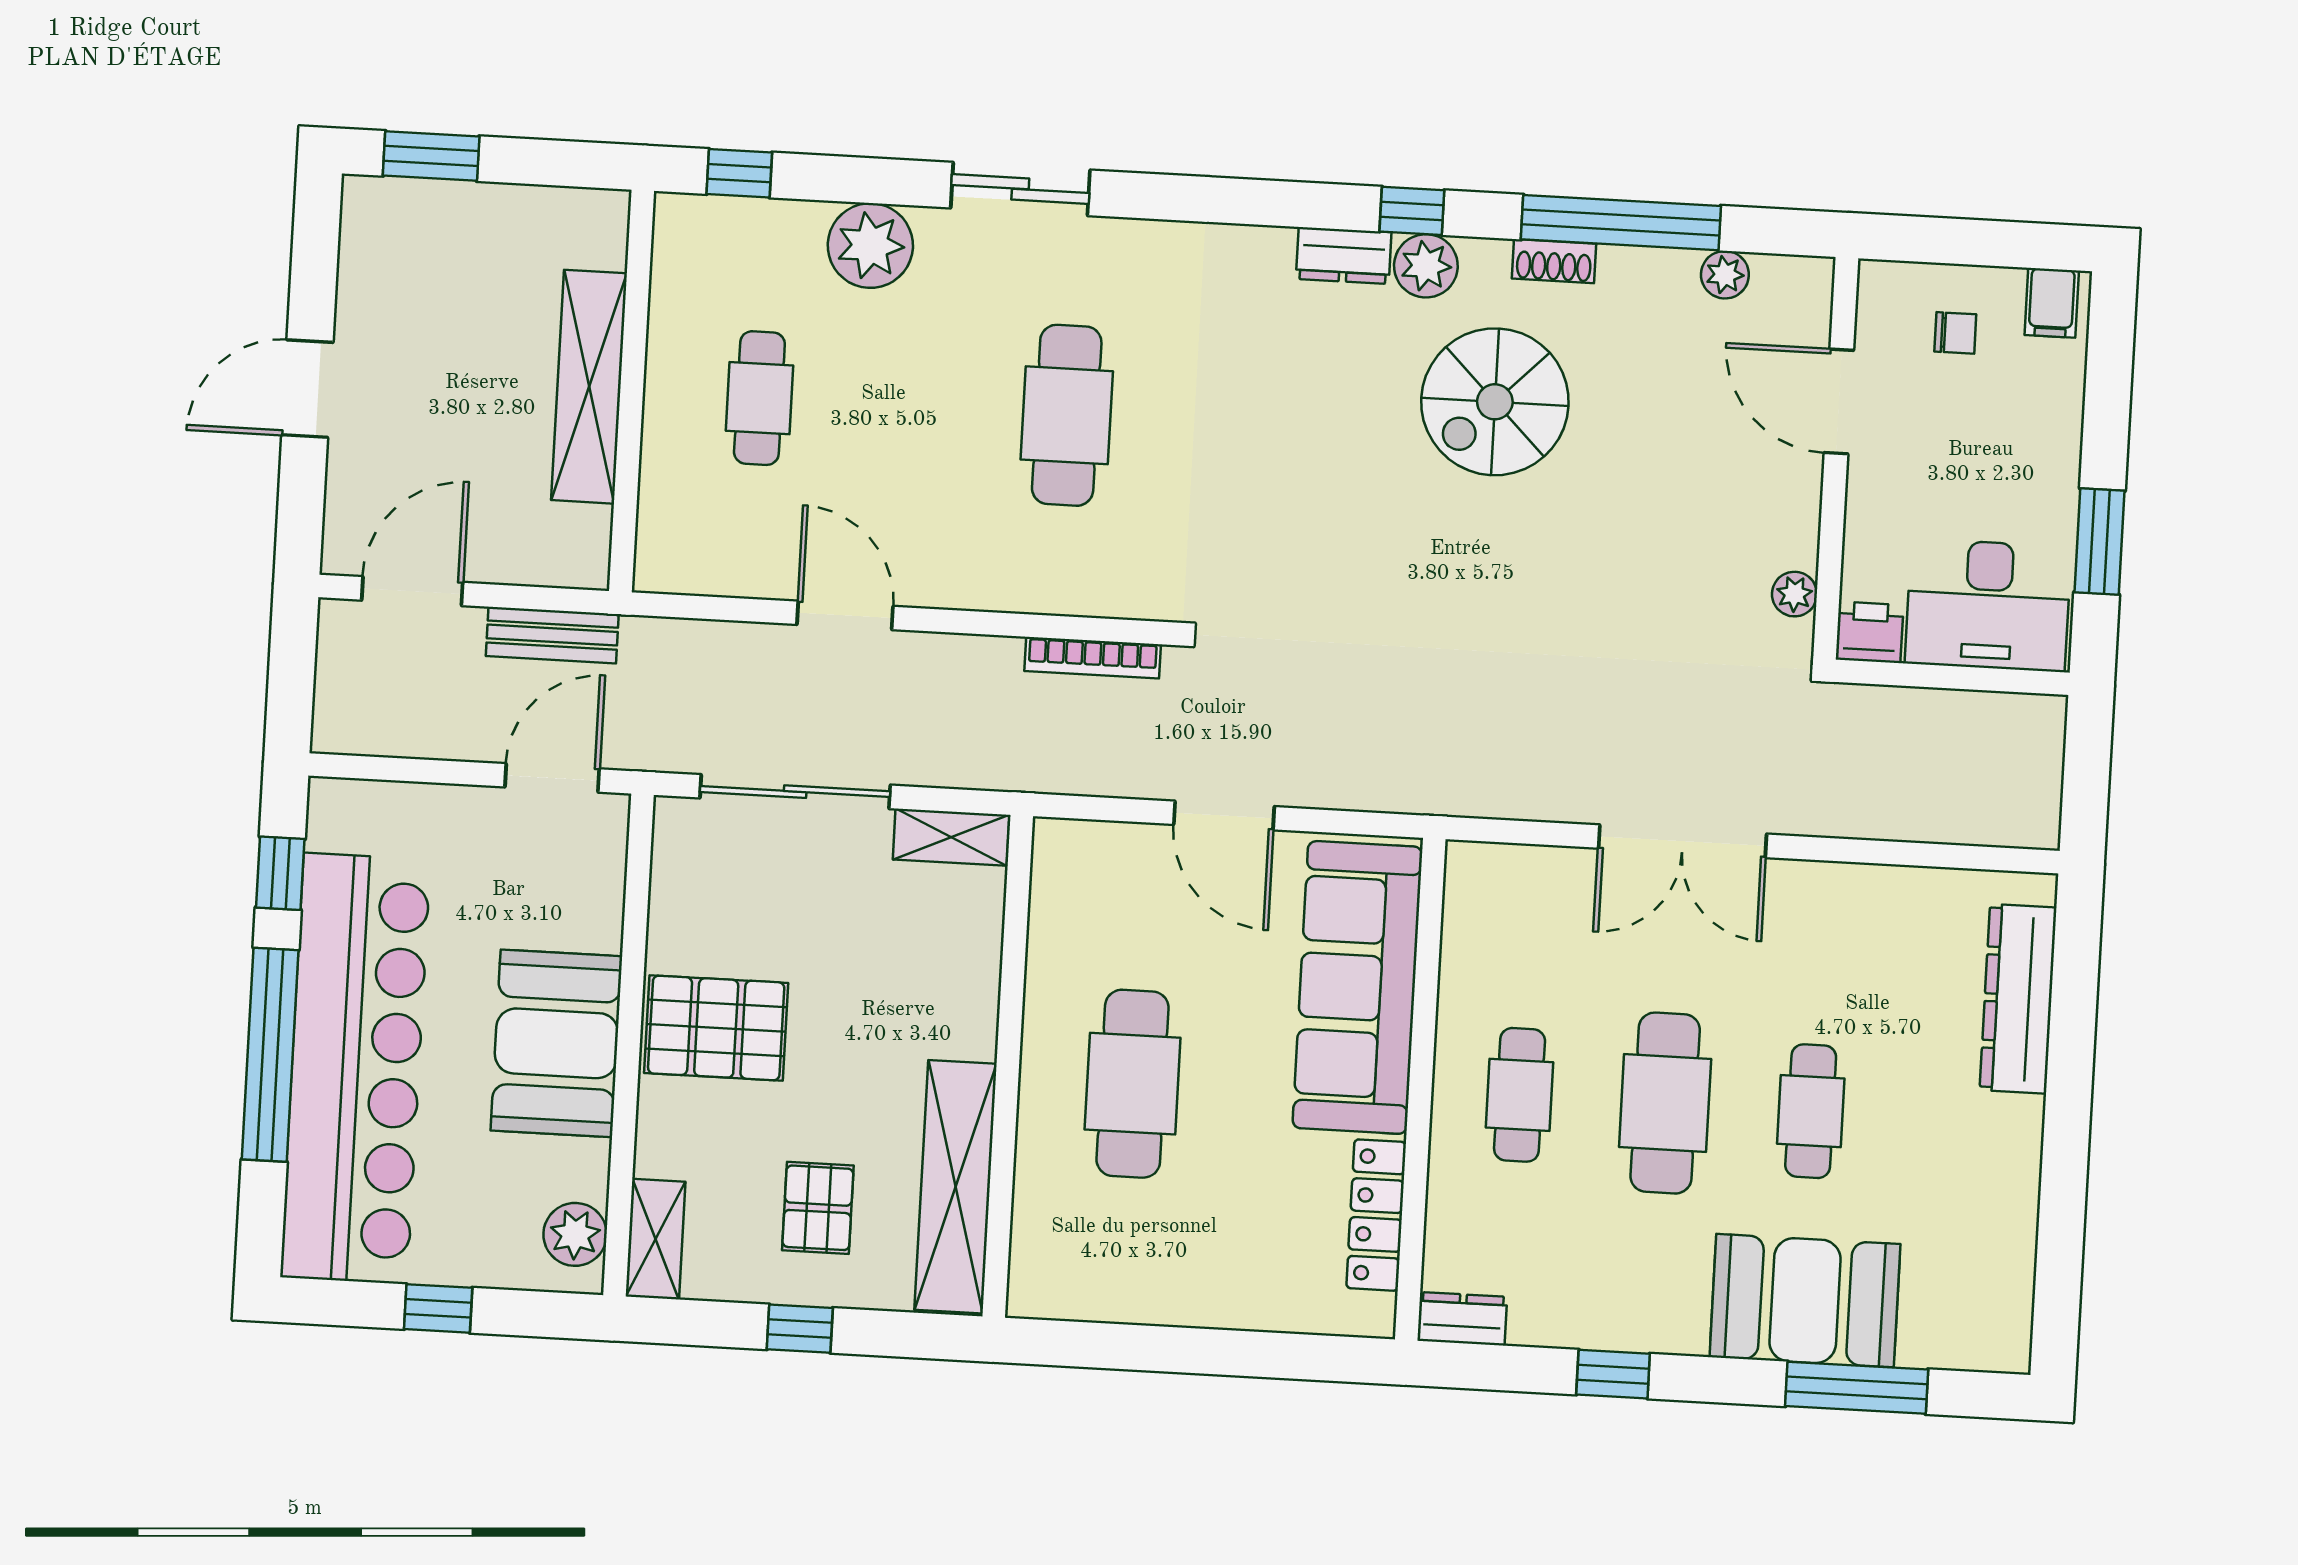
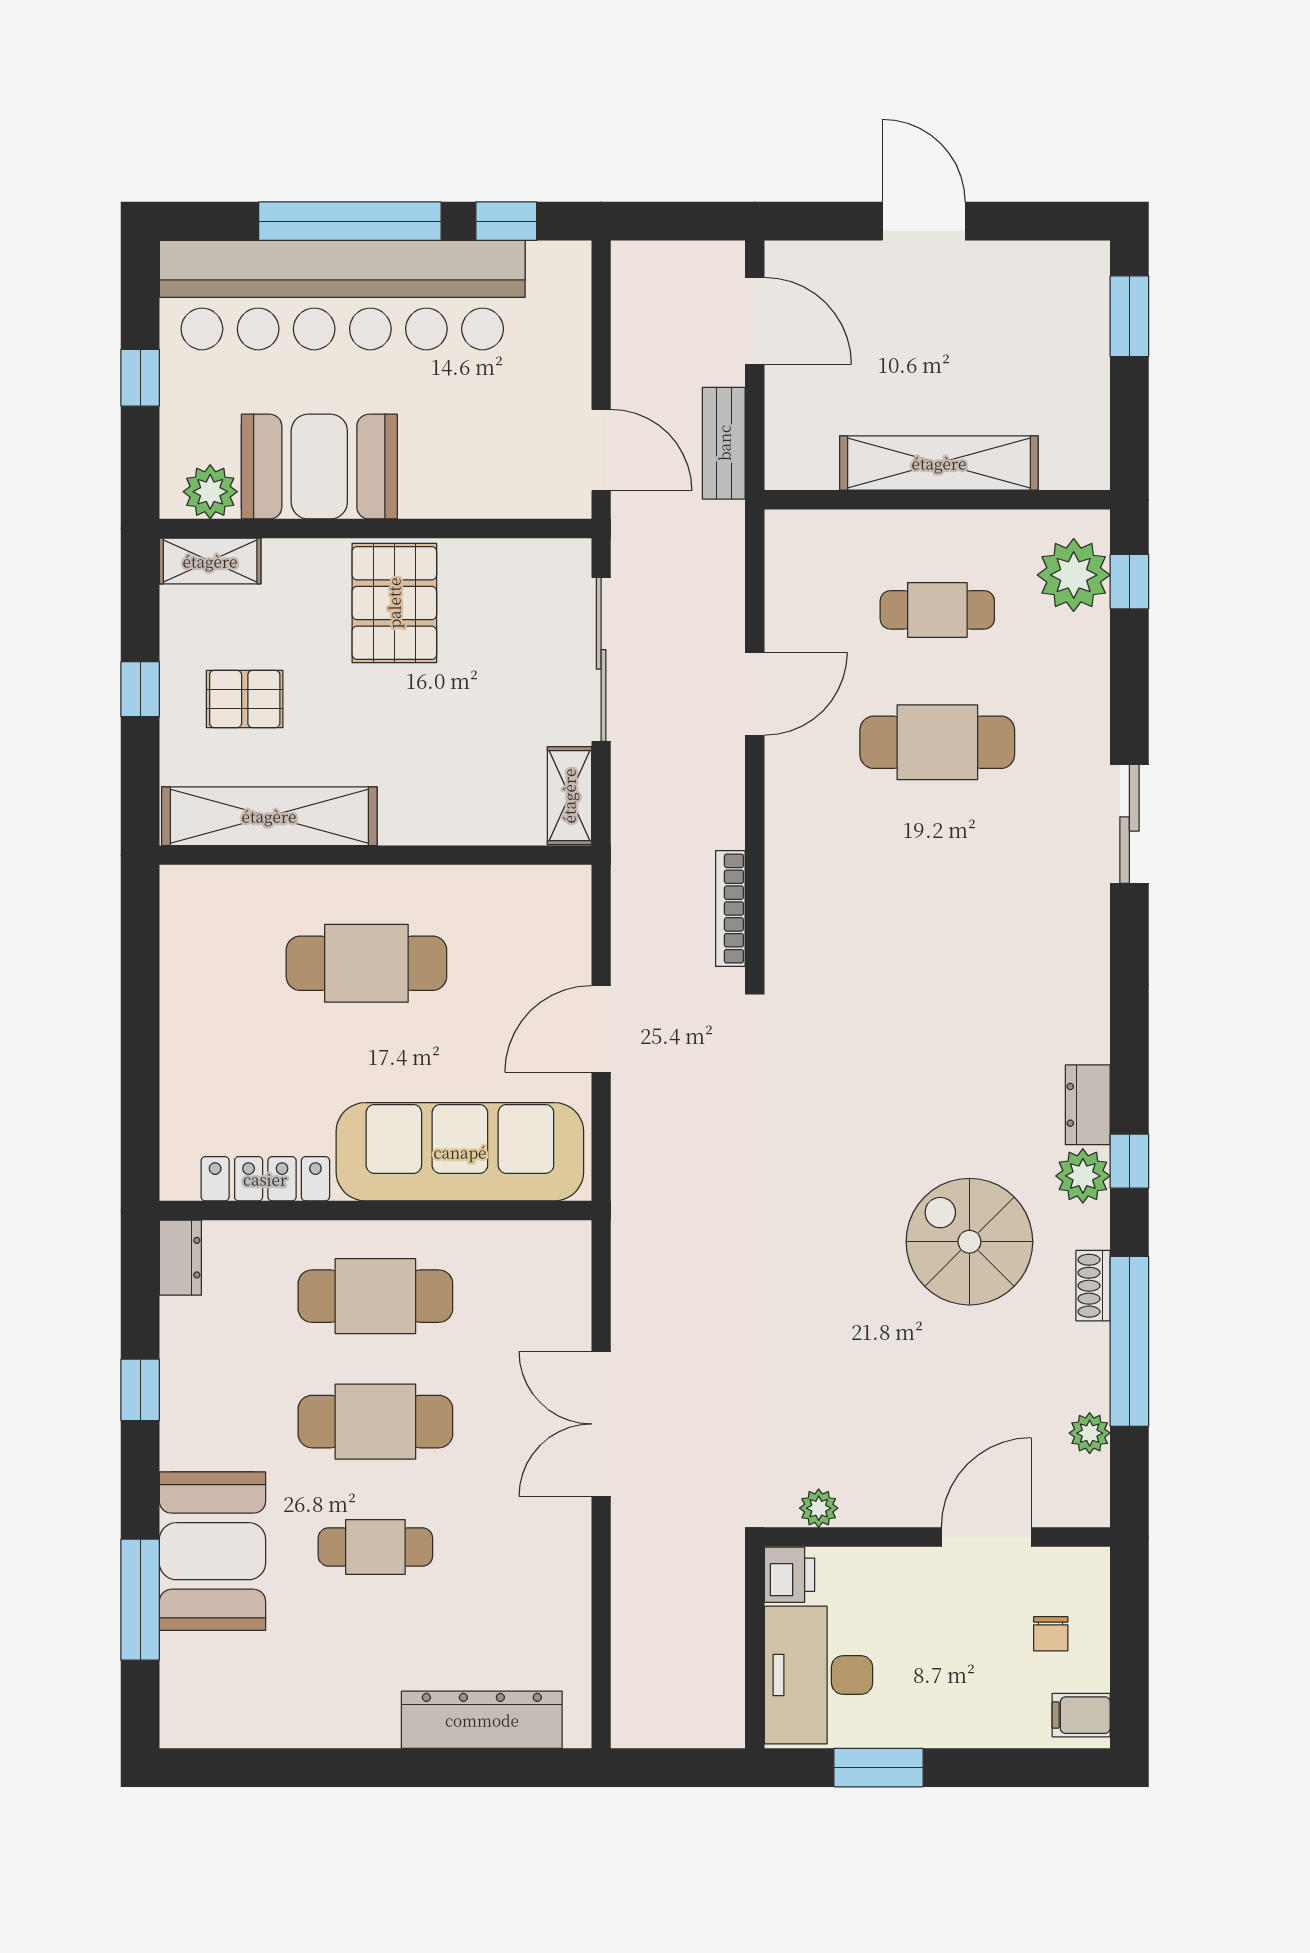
plant: (870, 246) -> (1074, 575), moved
cafe table: (1067, 415) -> (937, 742), moved
booth: (556, 1043) -> (319, 467), moved
cafe table: (1520, 1095) -> (375, 1296), width x1.37, depth x1.35

